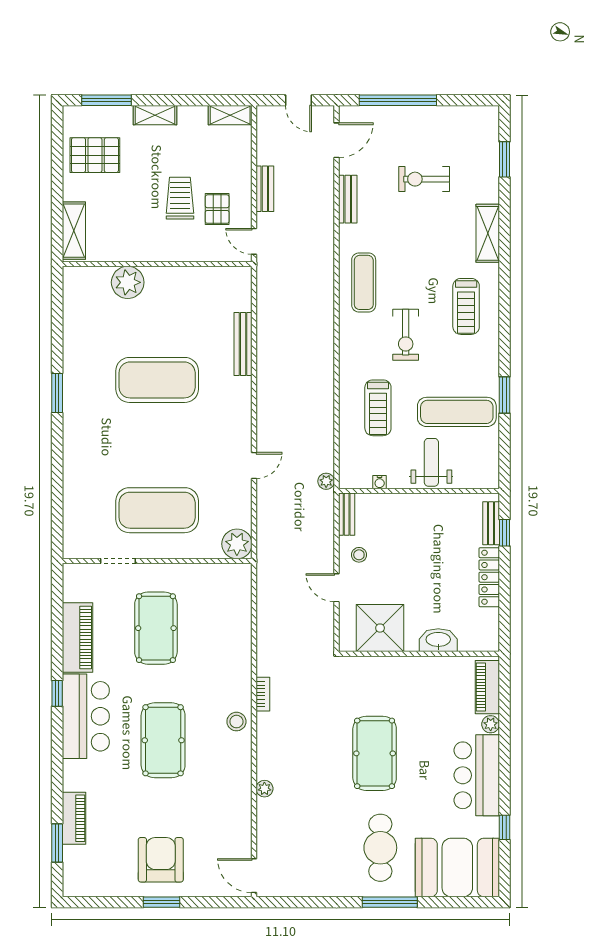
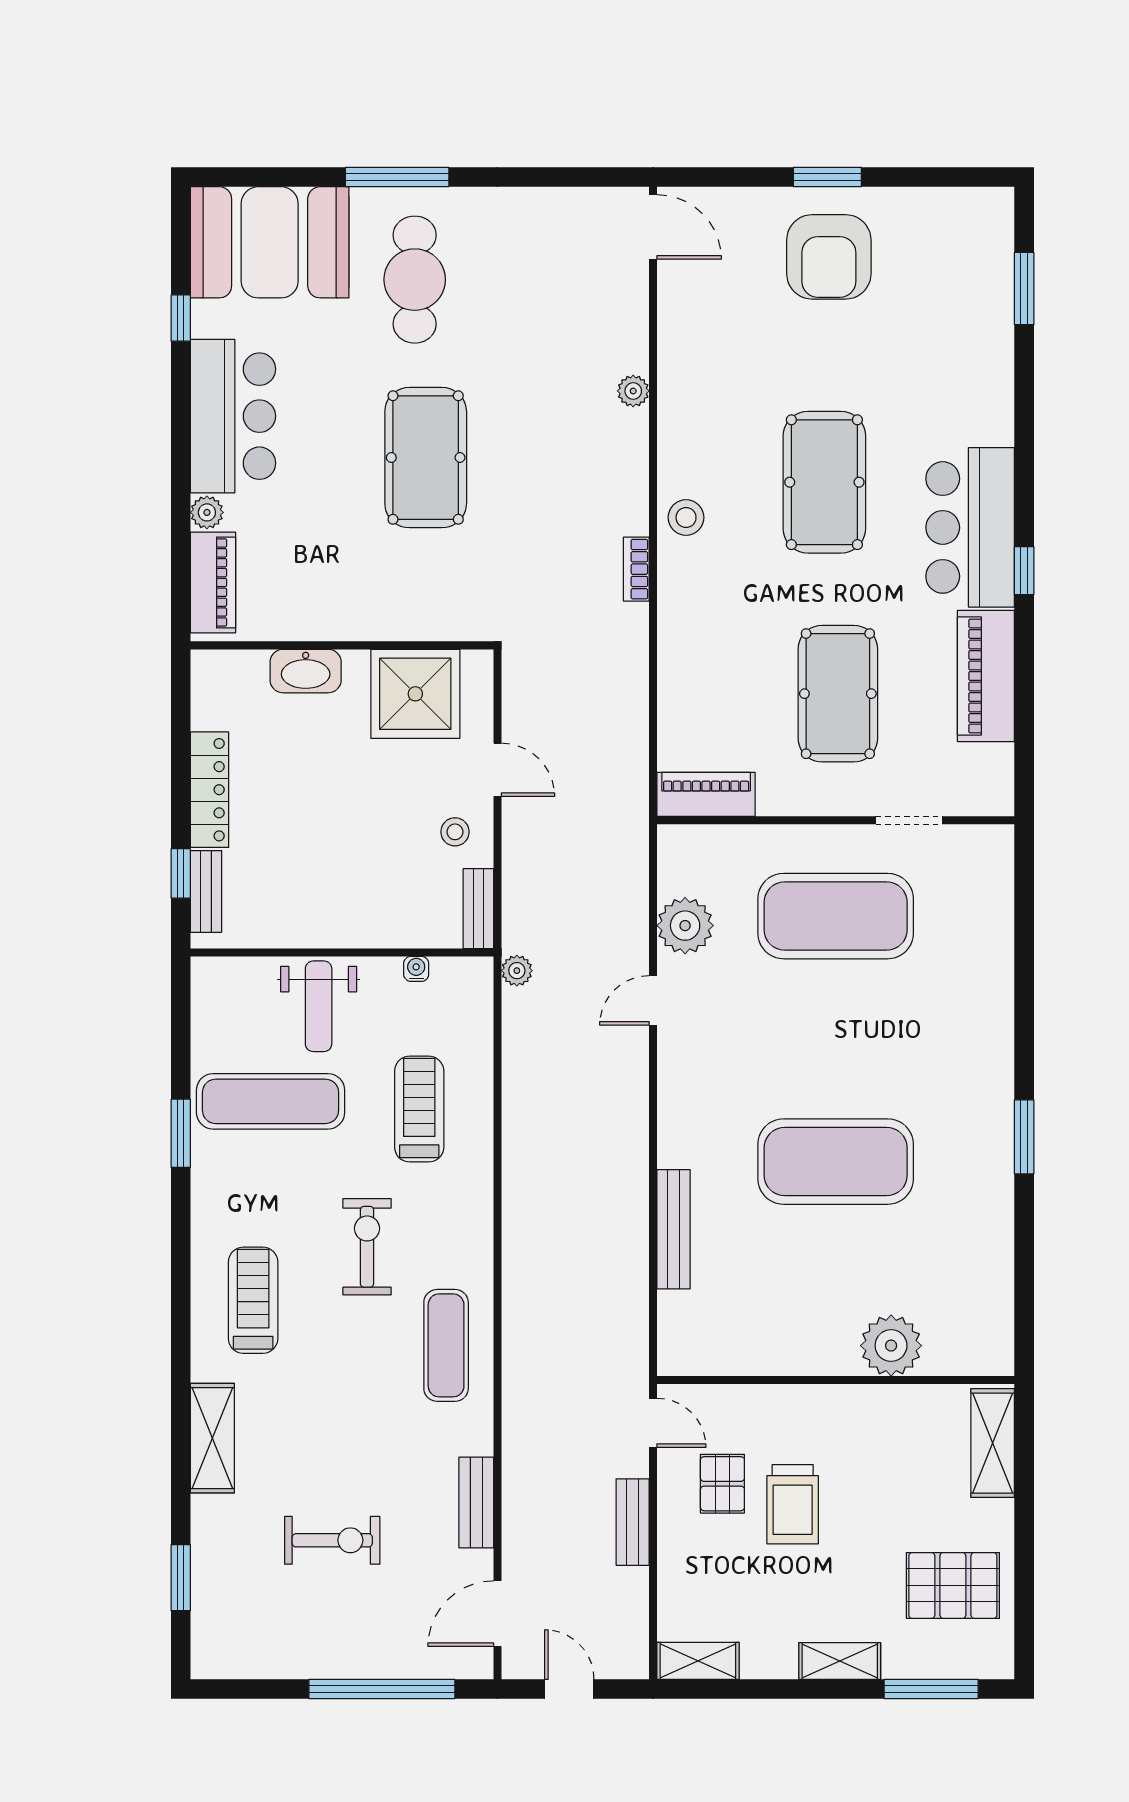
plant: (237, 544) -> (685, 926), moved
piano: (74, 818) -> (706, 794), moved, turned 90

